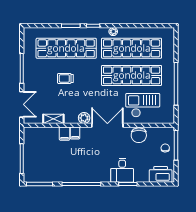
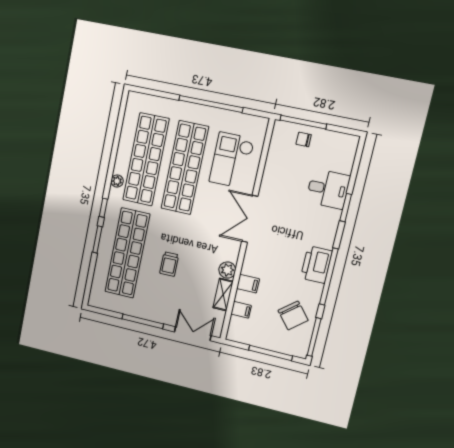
plant: (84, 118) -> (227, 270), moved
filing cabinet: (75, 133) -> (241, 310), moved
chair: (139, 135) -> (293, 315), moved, turned 50
desk: (122, 170) -> (328, 189), moved
printer: (161, 174) -> (316, 265), moved

